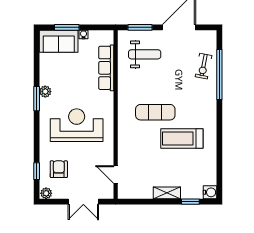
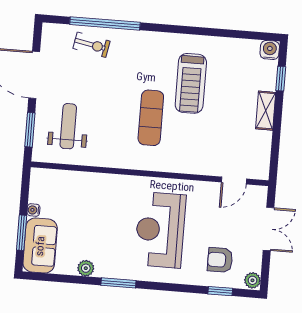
row of seats: (106, 68) -> (83, 182), removed
plant: (45, 92) -> (86, 268), moved

